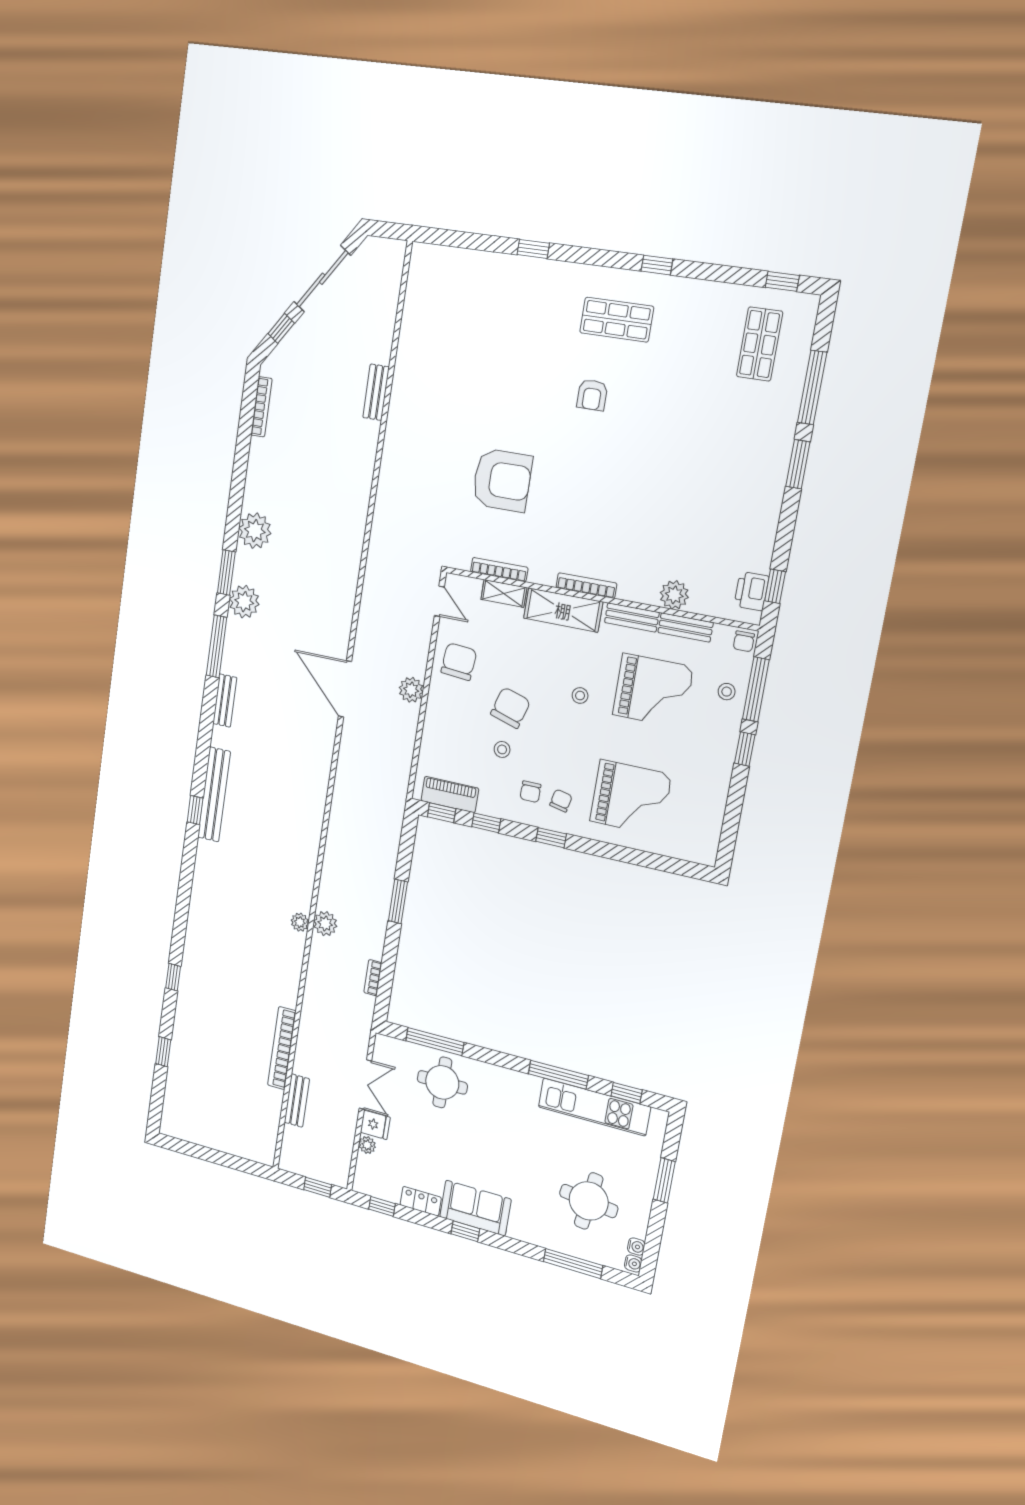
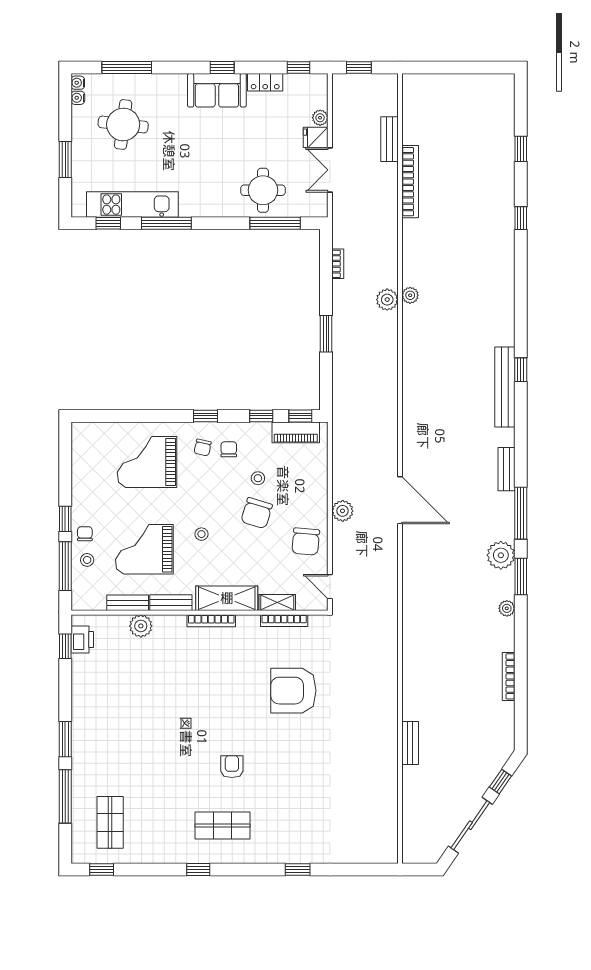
bookcase: (261, 407) -> (509, 676), moved
plant: (255, 531) -> (507, 608), width x0.53, depth x0.53
chair: (744, 641) -> (85, 534), moved

